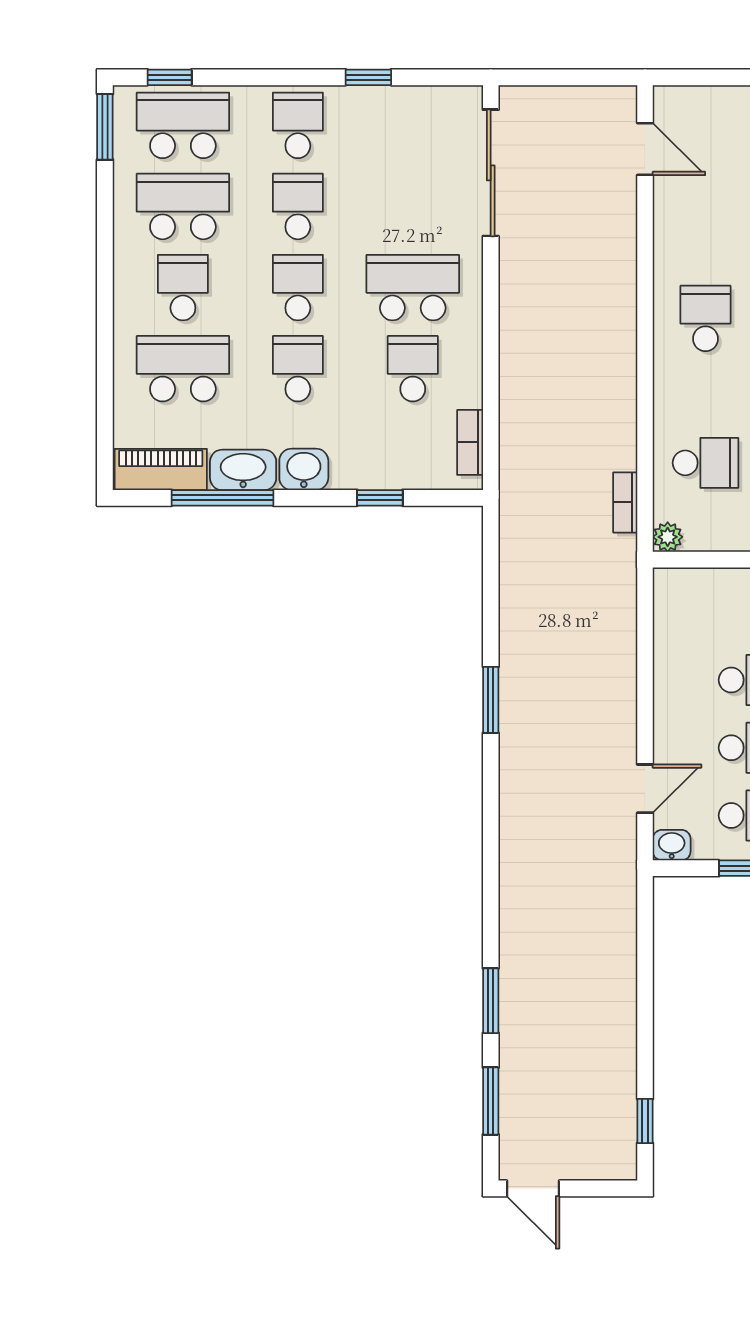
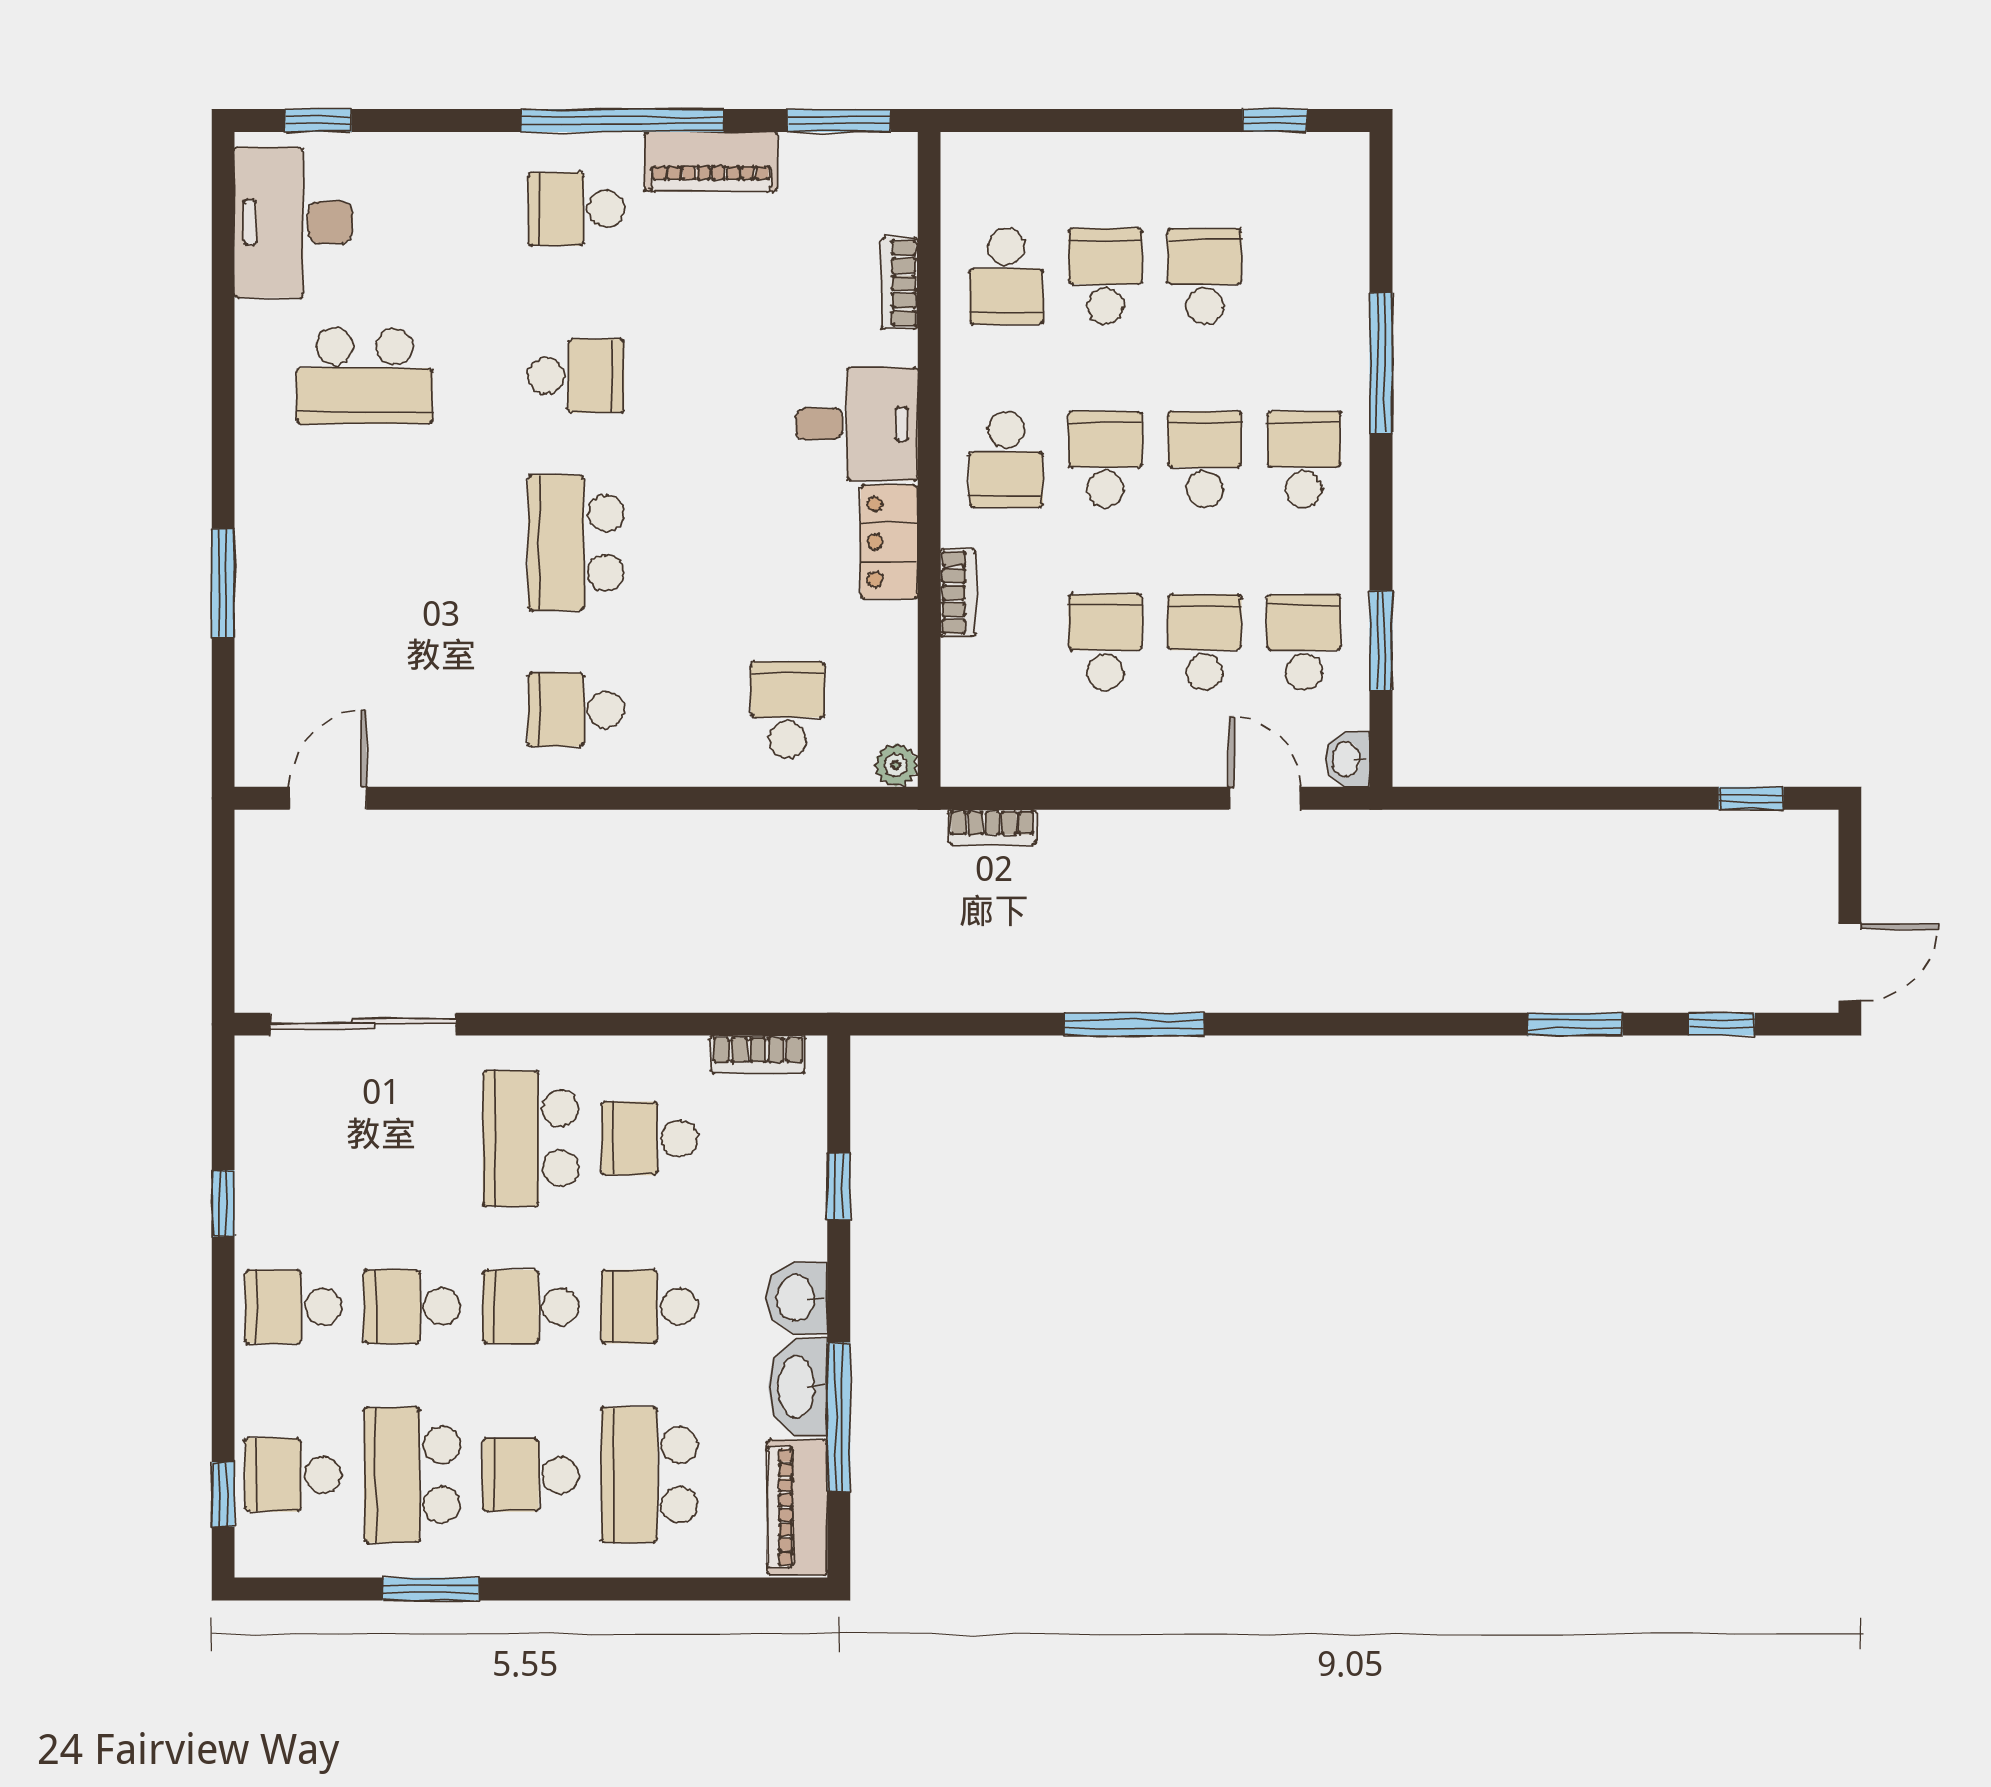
school desk: (183, 125) -> (293, 1475), width x0.54
window: (105, 127) -> (431, 1589), moved
bookcase: (625, 502) -> (992, 827), moved
window: (491, 700) -> (1135, 1024), width x1.44
window: (491, 1101) -> (1722, 1024), width x0.67

